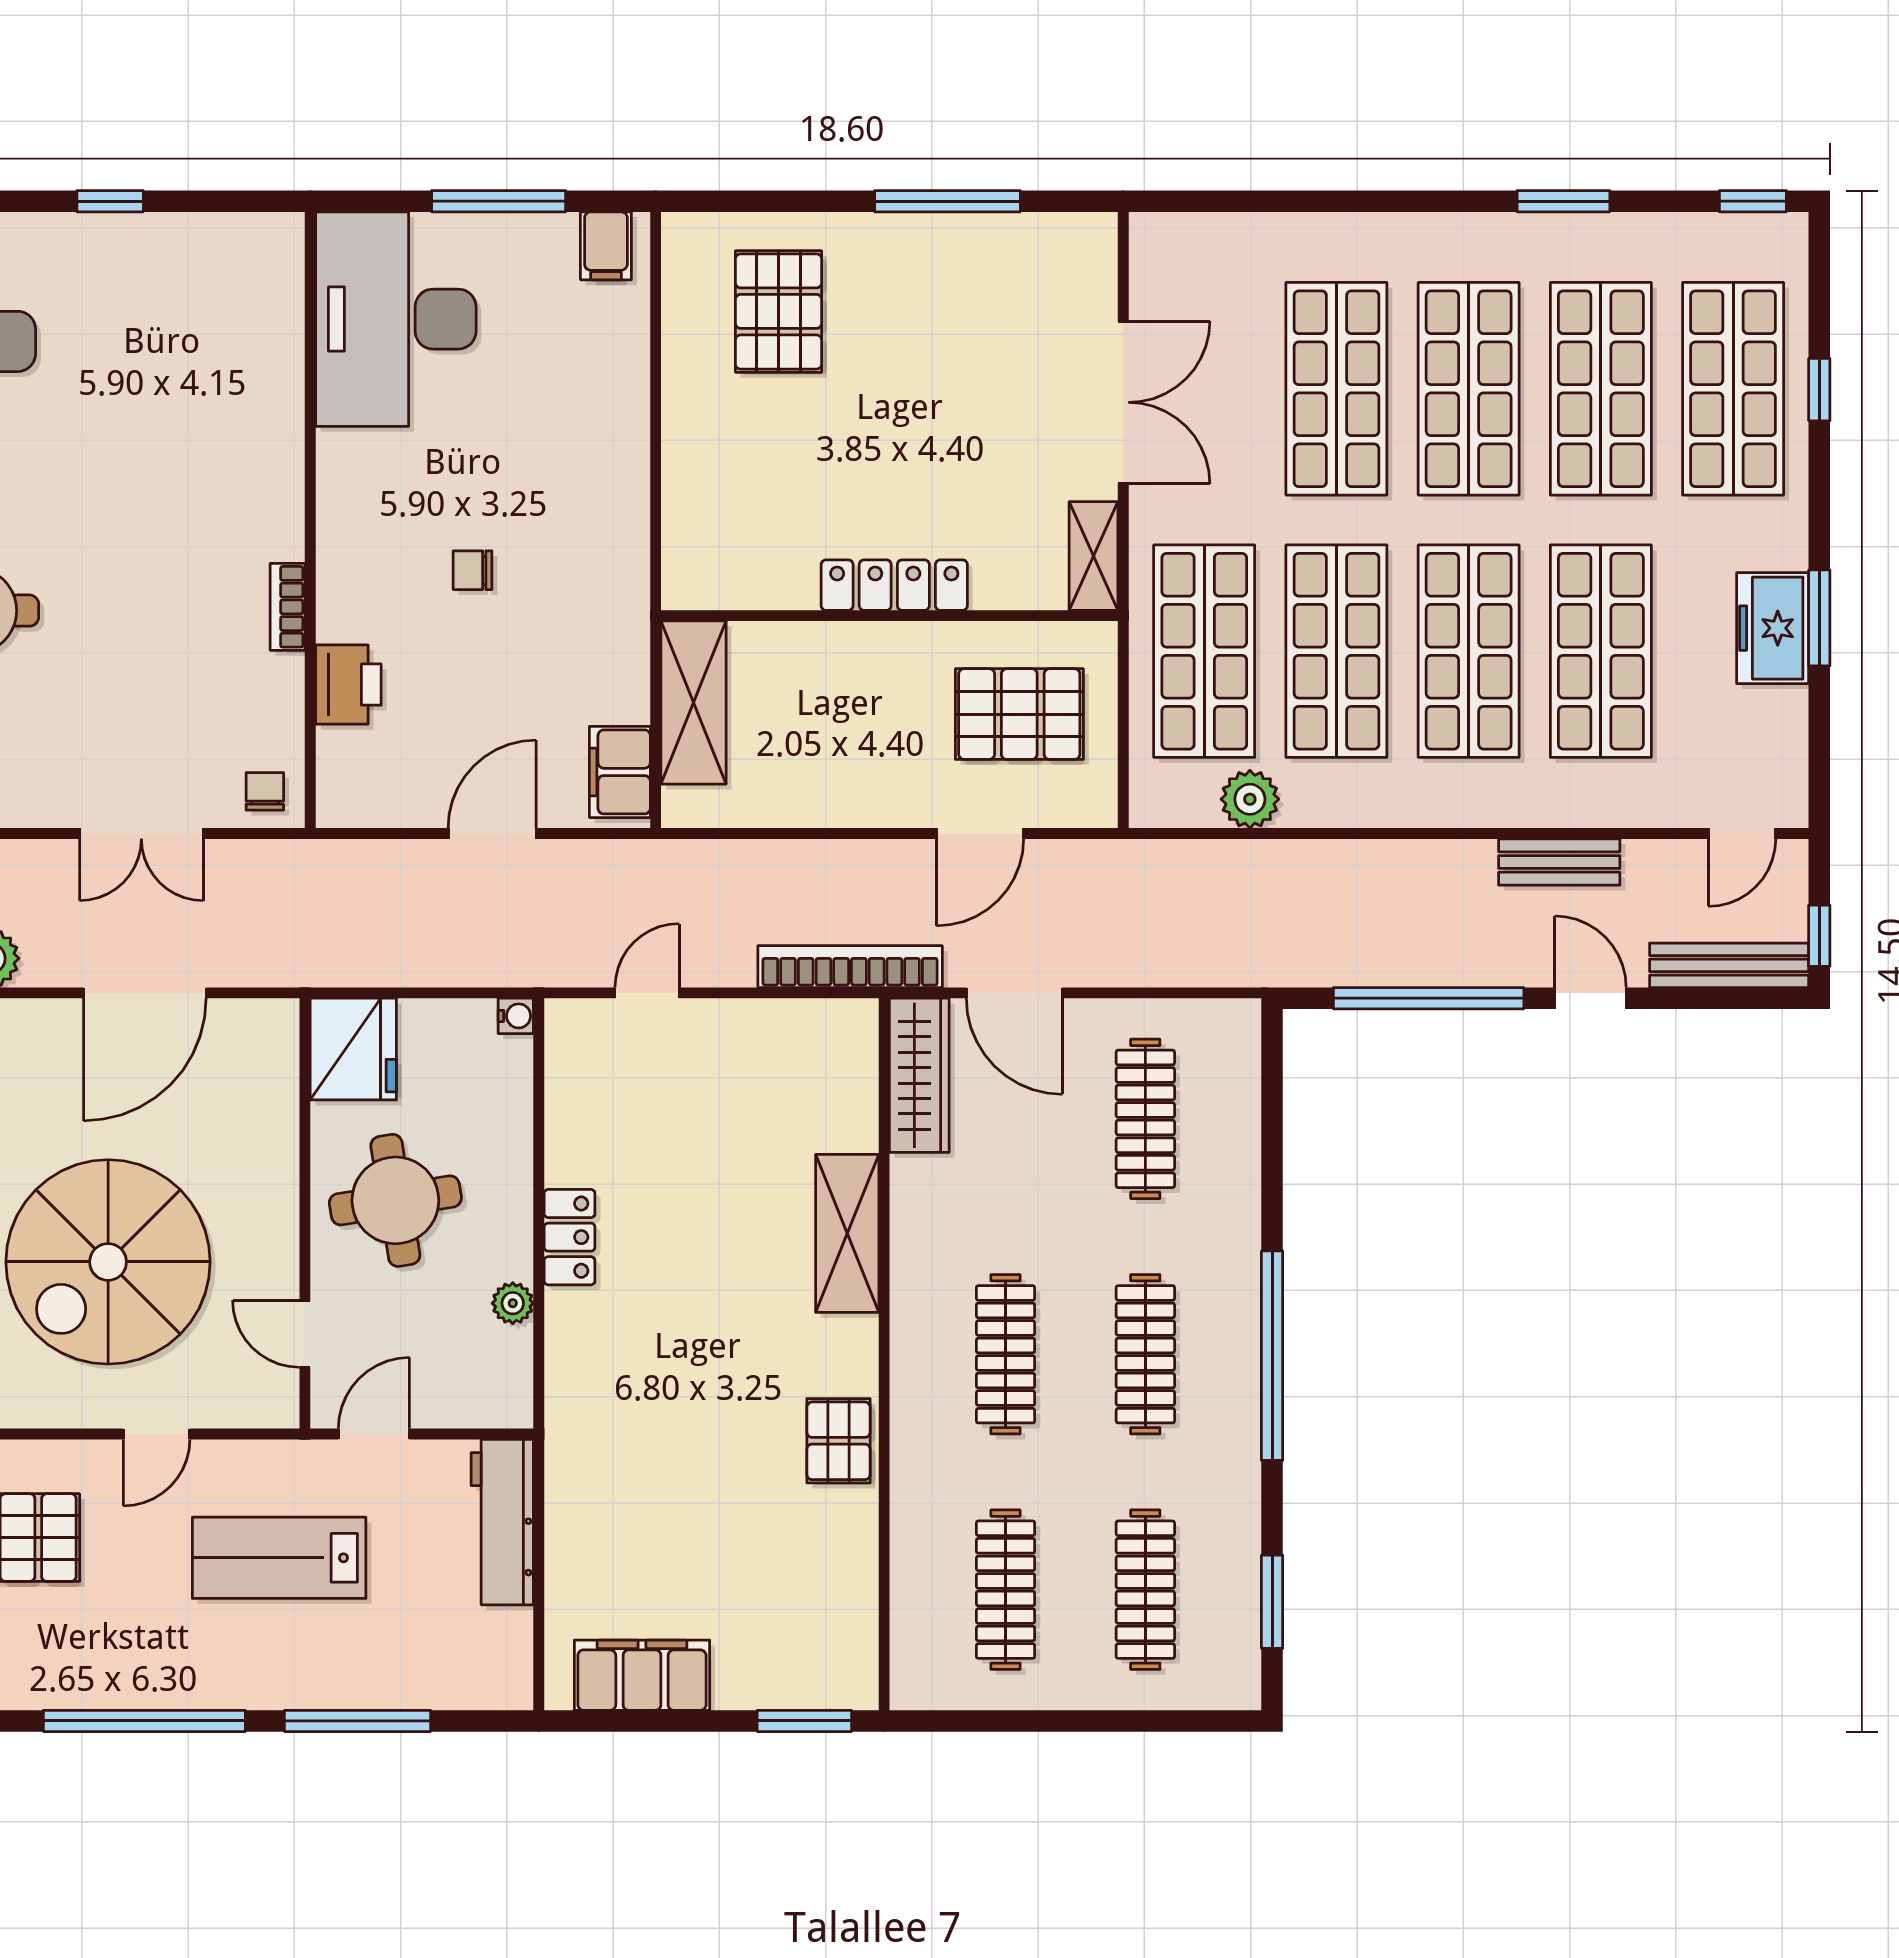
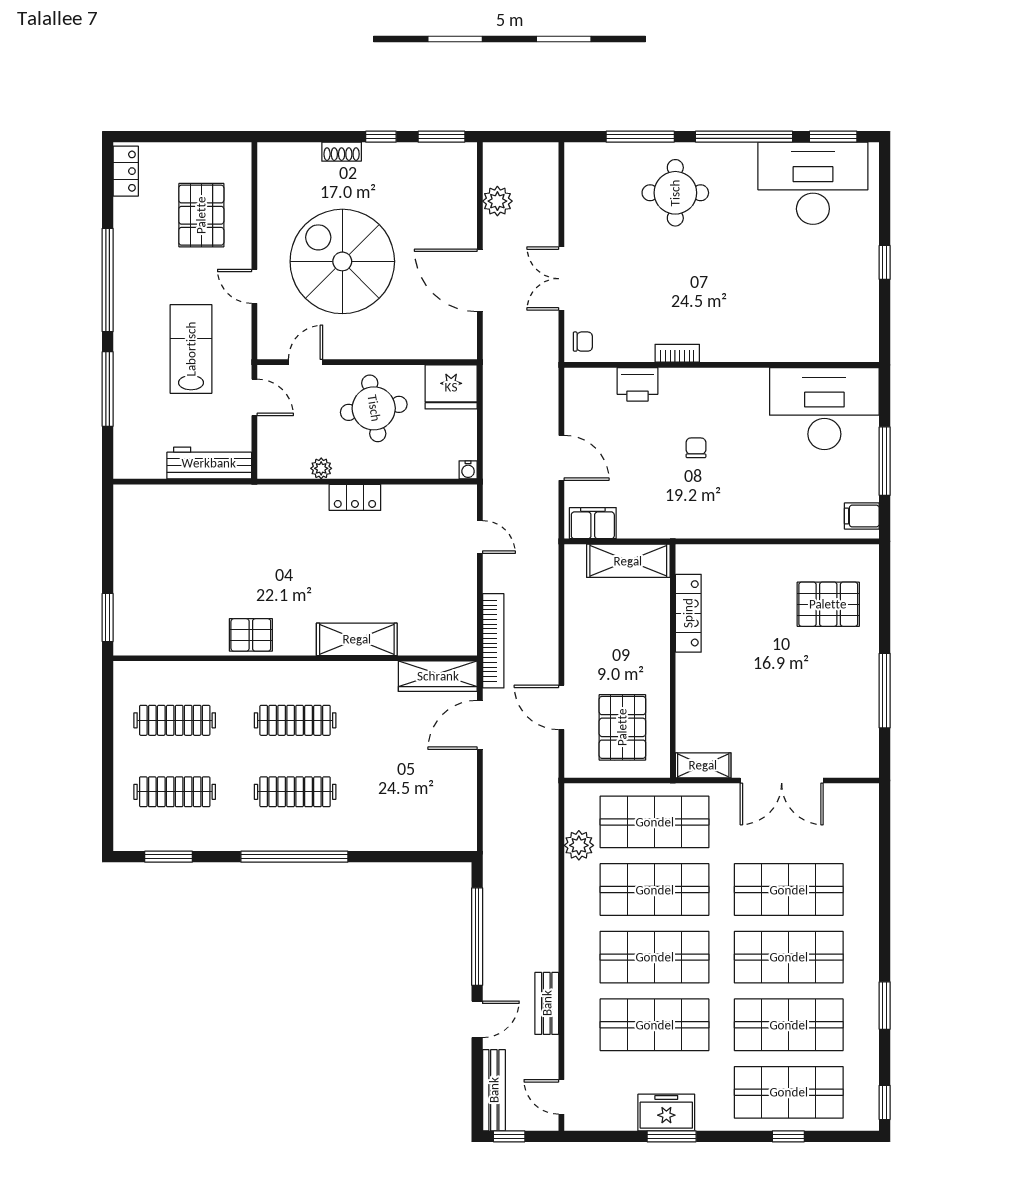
locker: (894, 585) -> (688, 613), moved
clothes rail: (1145, 1119) -> (415, 792), removed
filing cabinet: (642, 1675) -> (131, 534), removed

